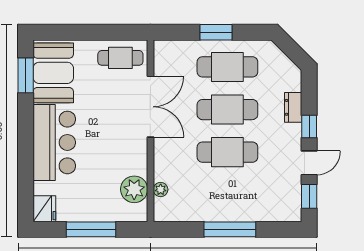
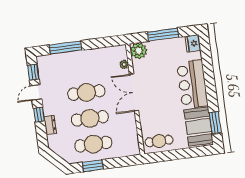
window: (216, 32) -> (93, 166), moved
double door: (150, 107) -> (134, 92), moved
plant: (134, 189) -> (139, 51), moved
window: (230, 229) -> (65, 48), moved

